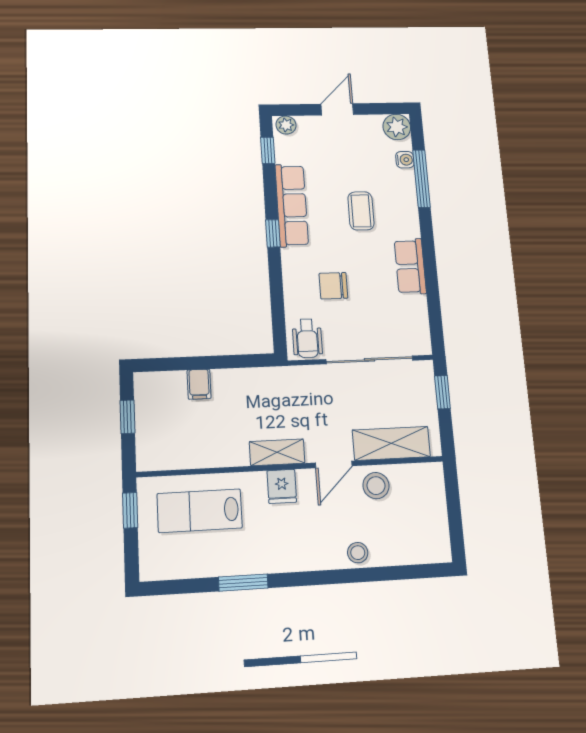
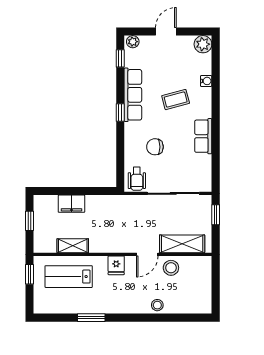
water cooler: (405, 160) -> (206, 81), moved
window: (422, 179) -> (216, 79), removed
coffee table: (361, 211) -> (176, 100), turned 75
filing cabinet: (199, 384) -> (71, 204), width x2.00
shelving: (277, 452) -> (73, 246), moved

